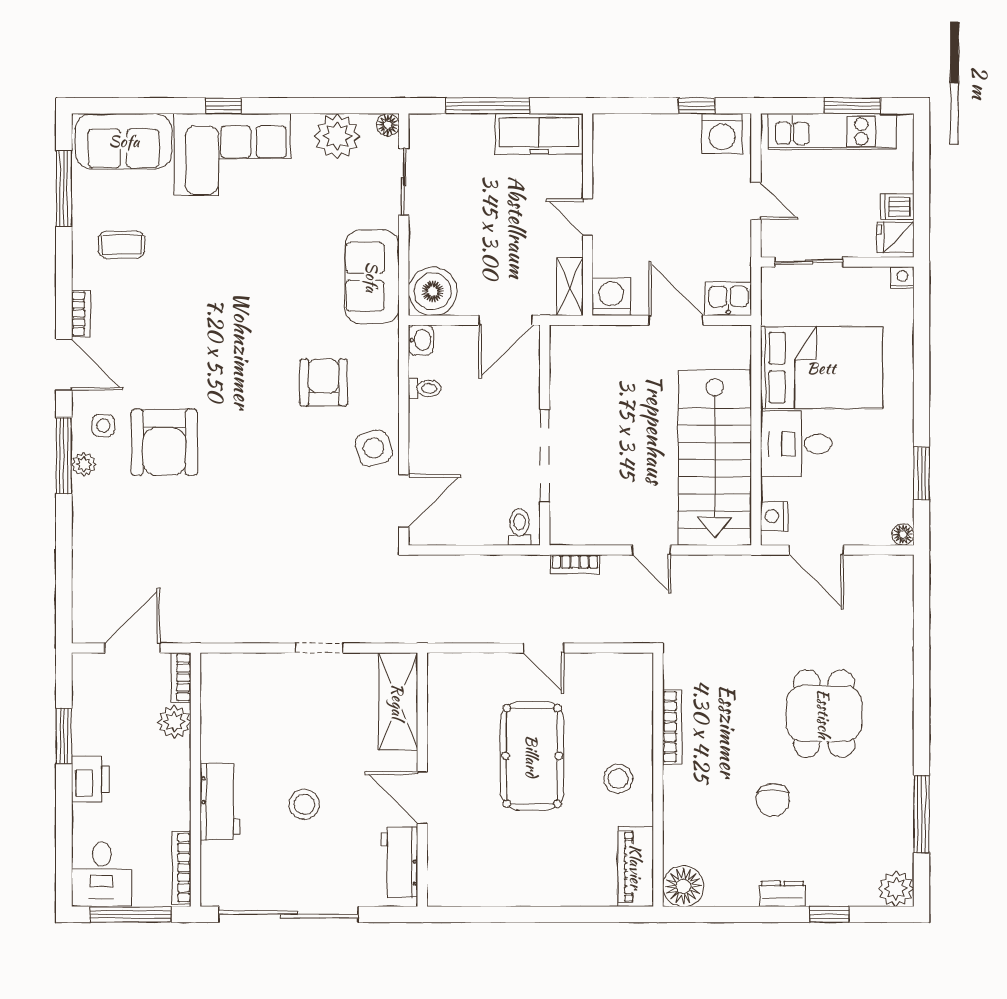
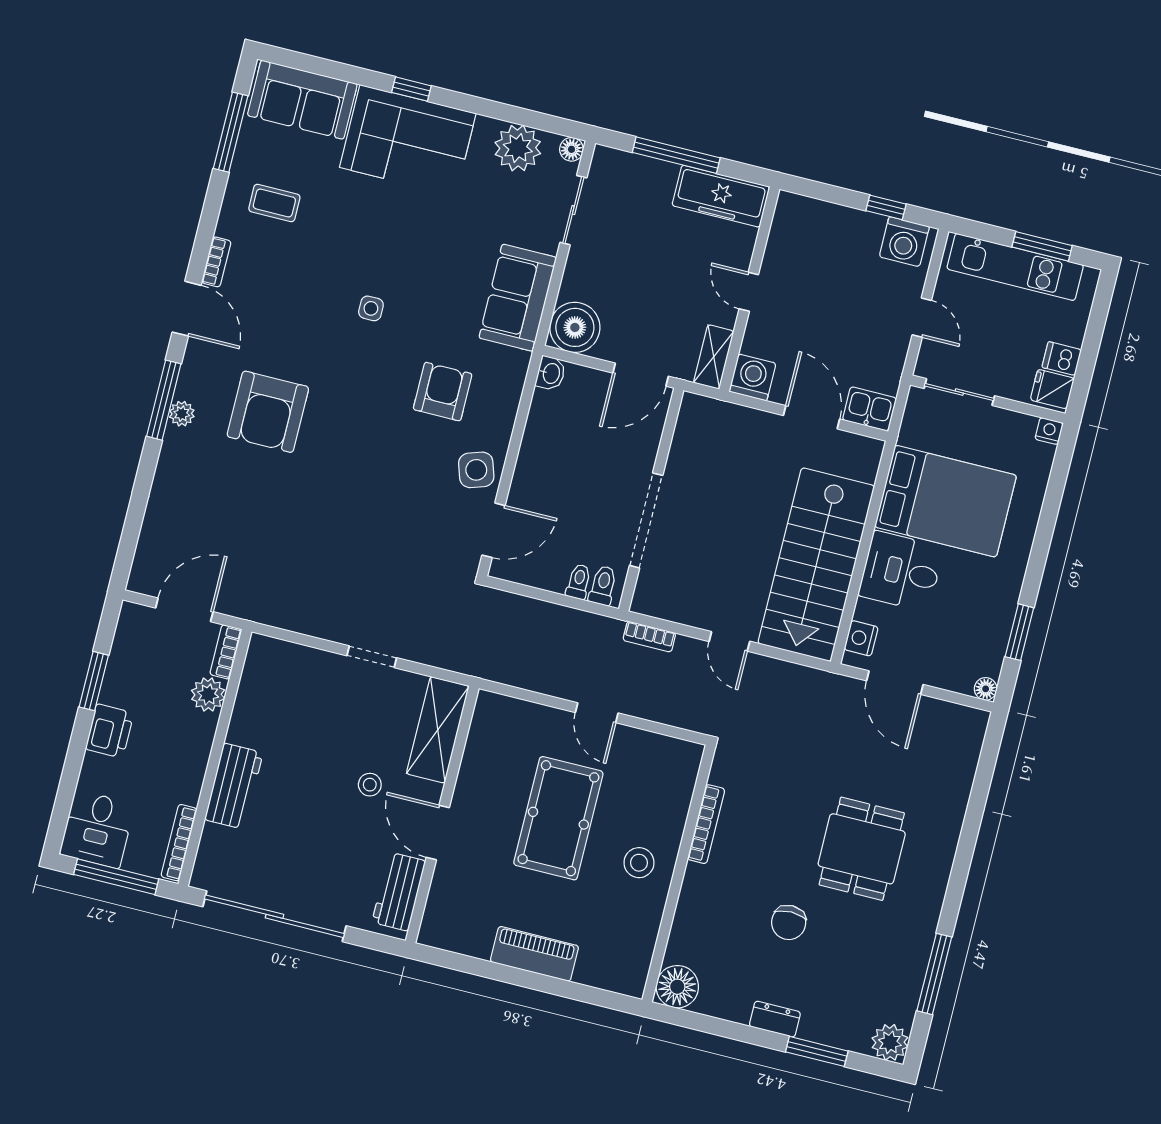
toilet: (425, 388) -> (579, 582), moved, turned -90
side table: (103, 426) -> (371, 308), moved
stool: (304, 804) -> (370, 785), moved, width x0.73, depth x0.73
piano: (636, 867) -> (534, 954), moved, turned 90
window: (829, 914) -> (817, 1051), width x1.50

